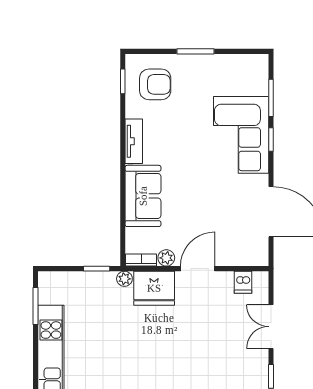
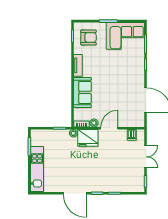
corner sofa: (241, 135) -> (125, 36), moved, turned -90
double door: (271, 327) -> (146, 157), swing flipped

